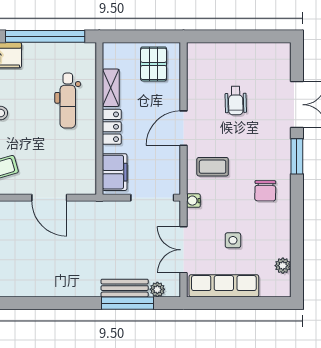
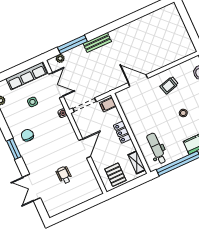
shelving: (111, 88) -> (137, 162), moved
dental chair: (68, 101) -> (157, 148), moved
window: (297, 156) -> (14, 149), moved
coffee table: (213, 167) -> (60, 135), removed
filing cabinet: (115, 172) -> (108, 105), width x0.50
bench: (125, 288) -> (97, 42), moved

